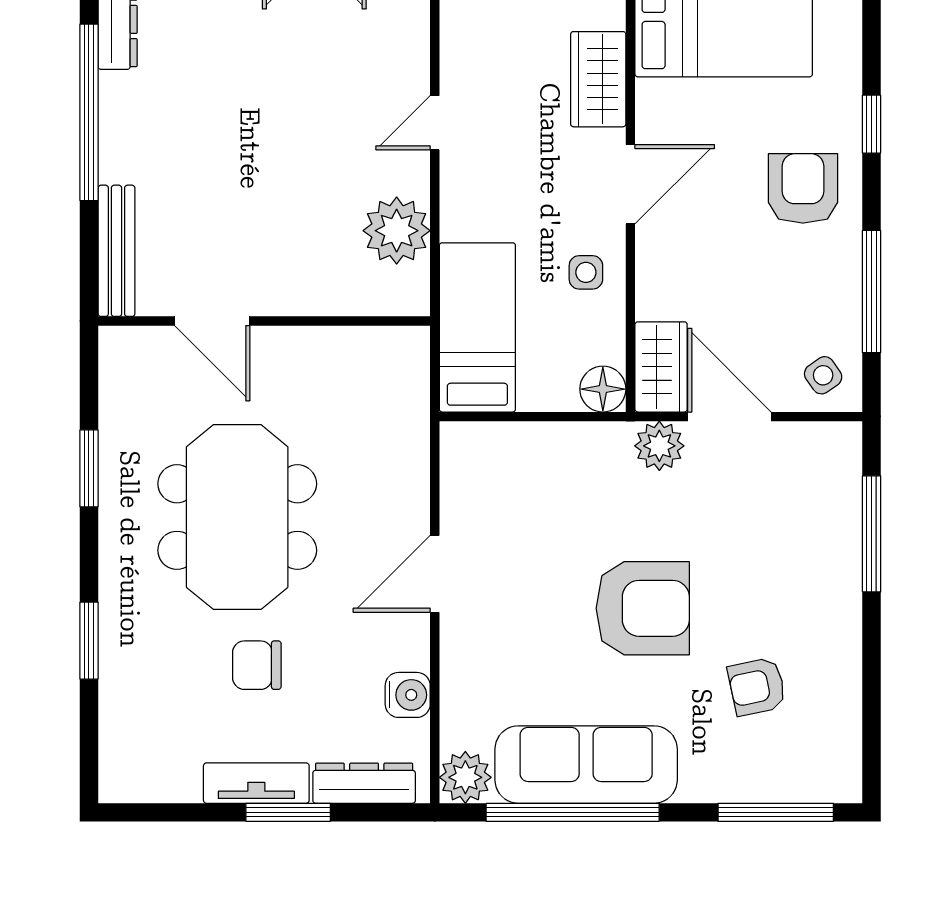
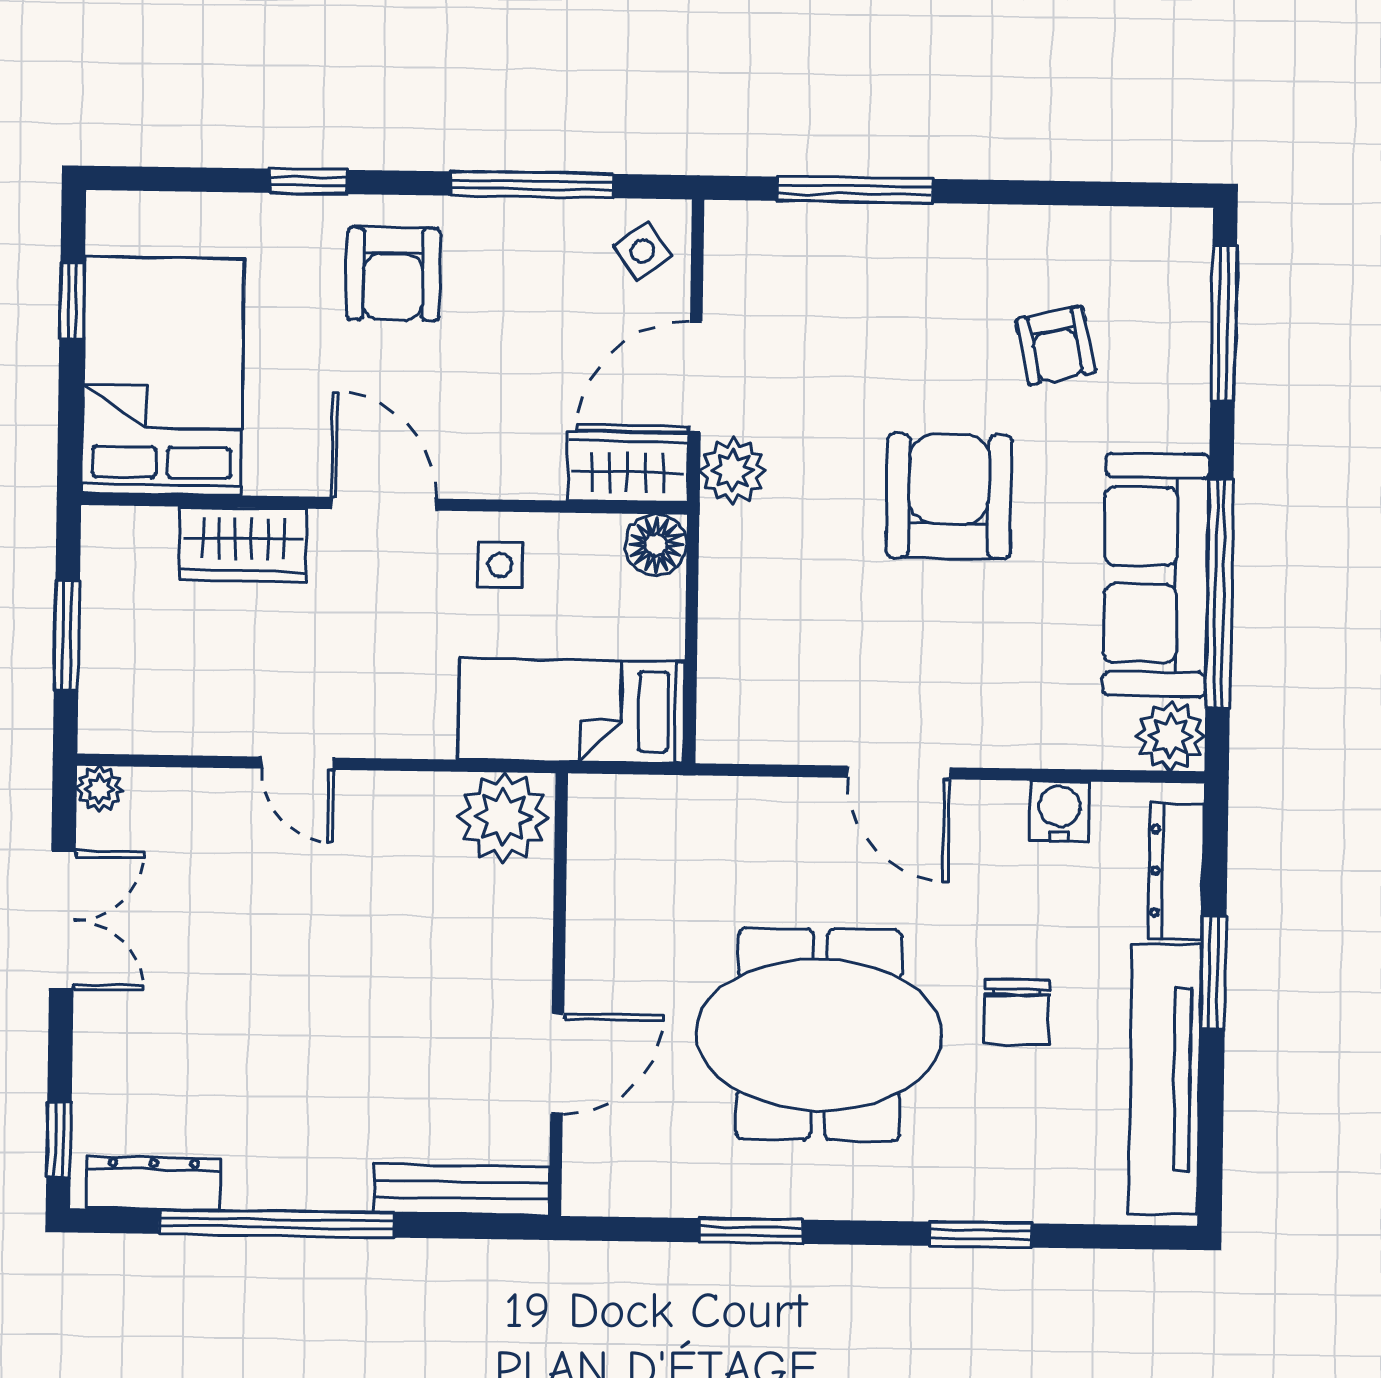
armchair: (803, 188) -> (393, 274), turned -90
plant: (397, 231) -> (503, 817), moved
tv unit: (256, 783) -> (1165, 1079), width x1.92, depth x1.29

